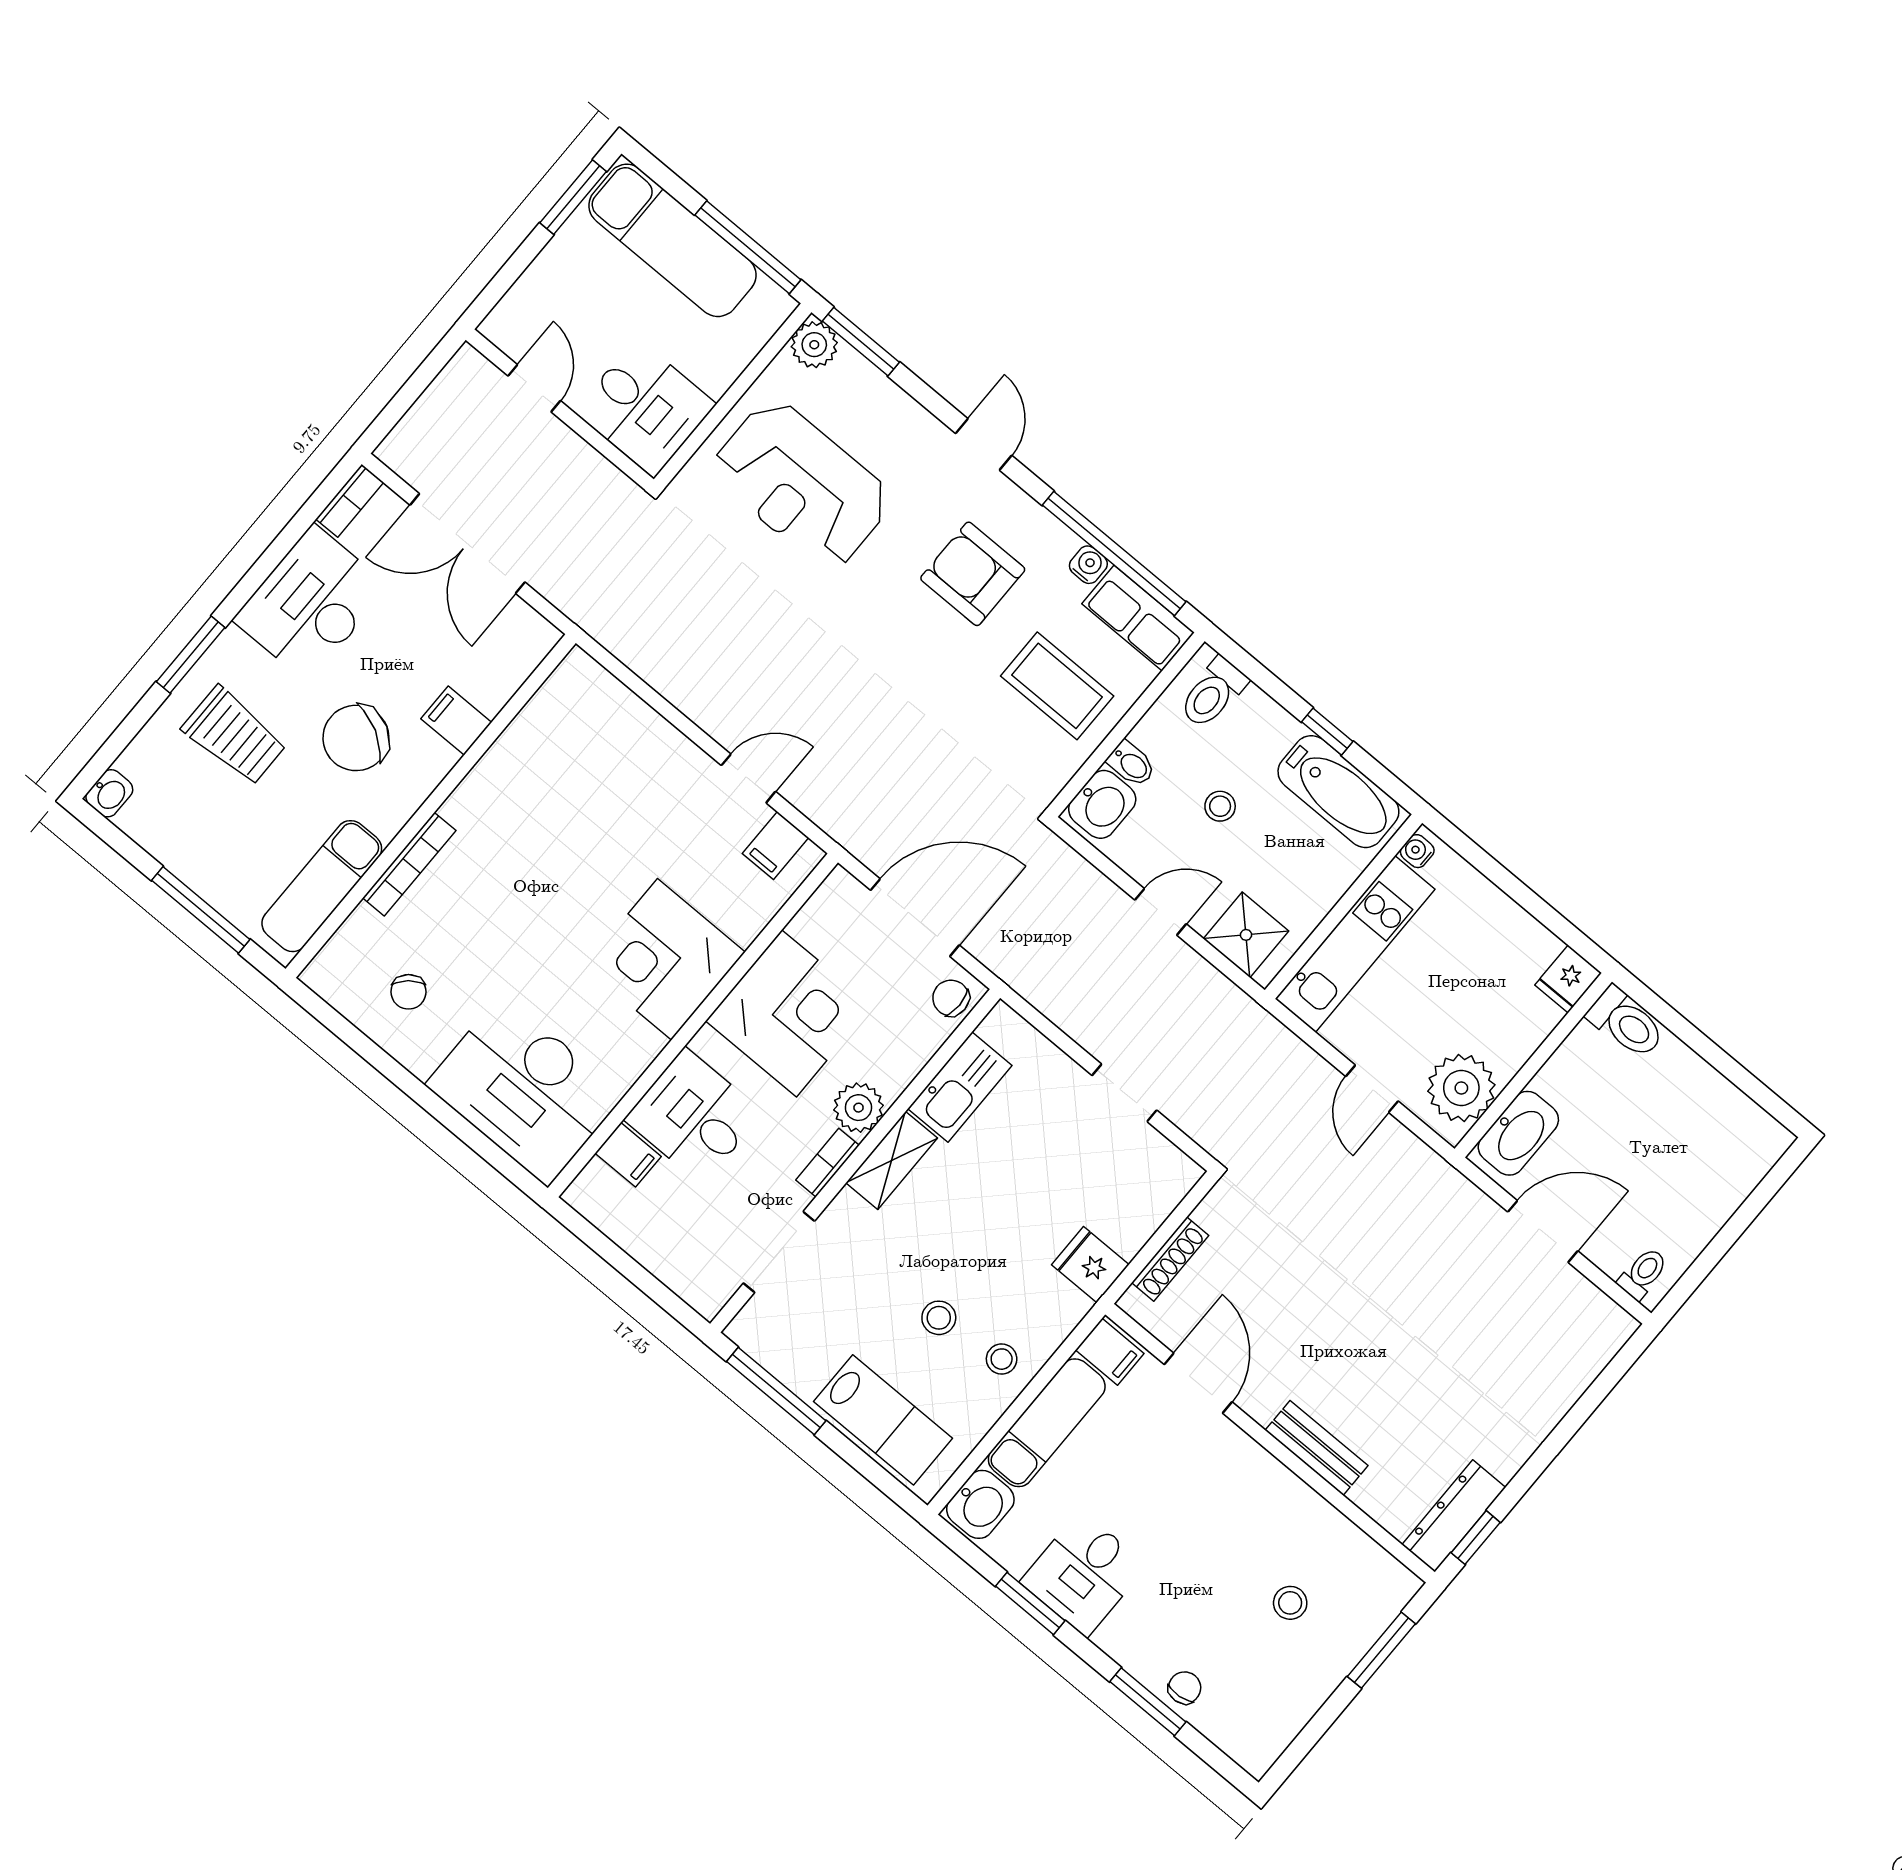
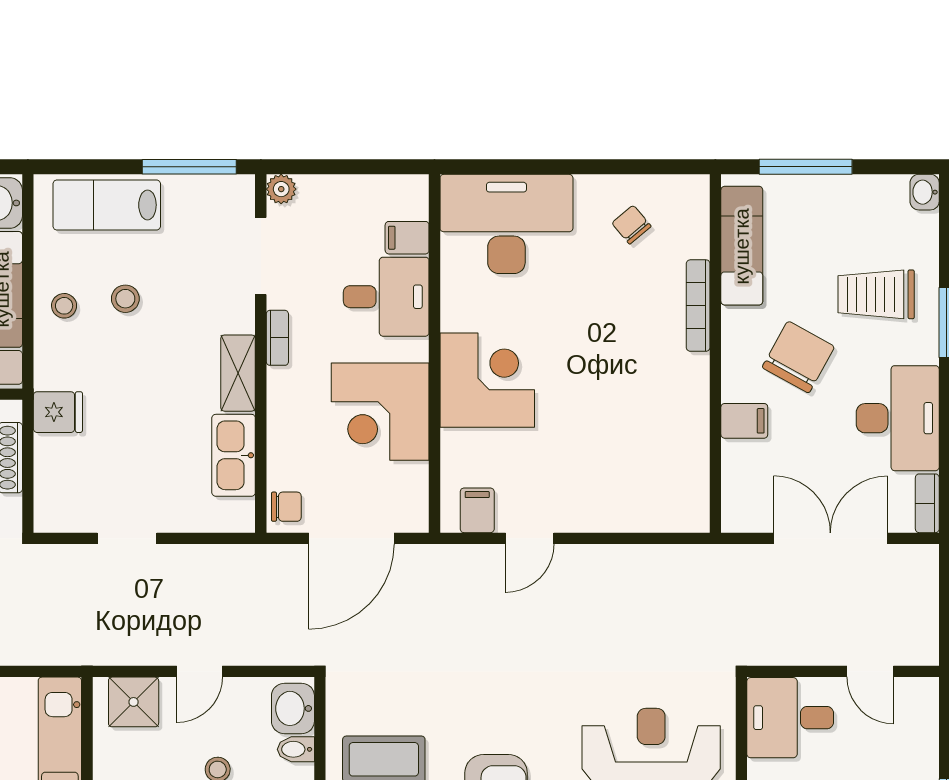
plant: (858, 1108) -> (281, 189), moved, width x0.73, depth x0.73

